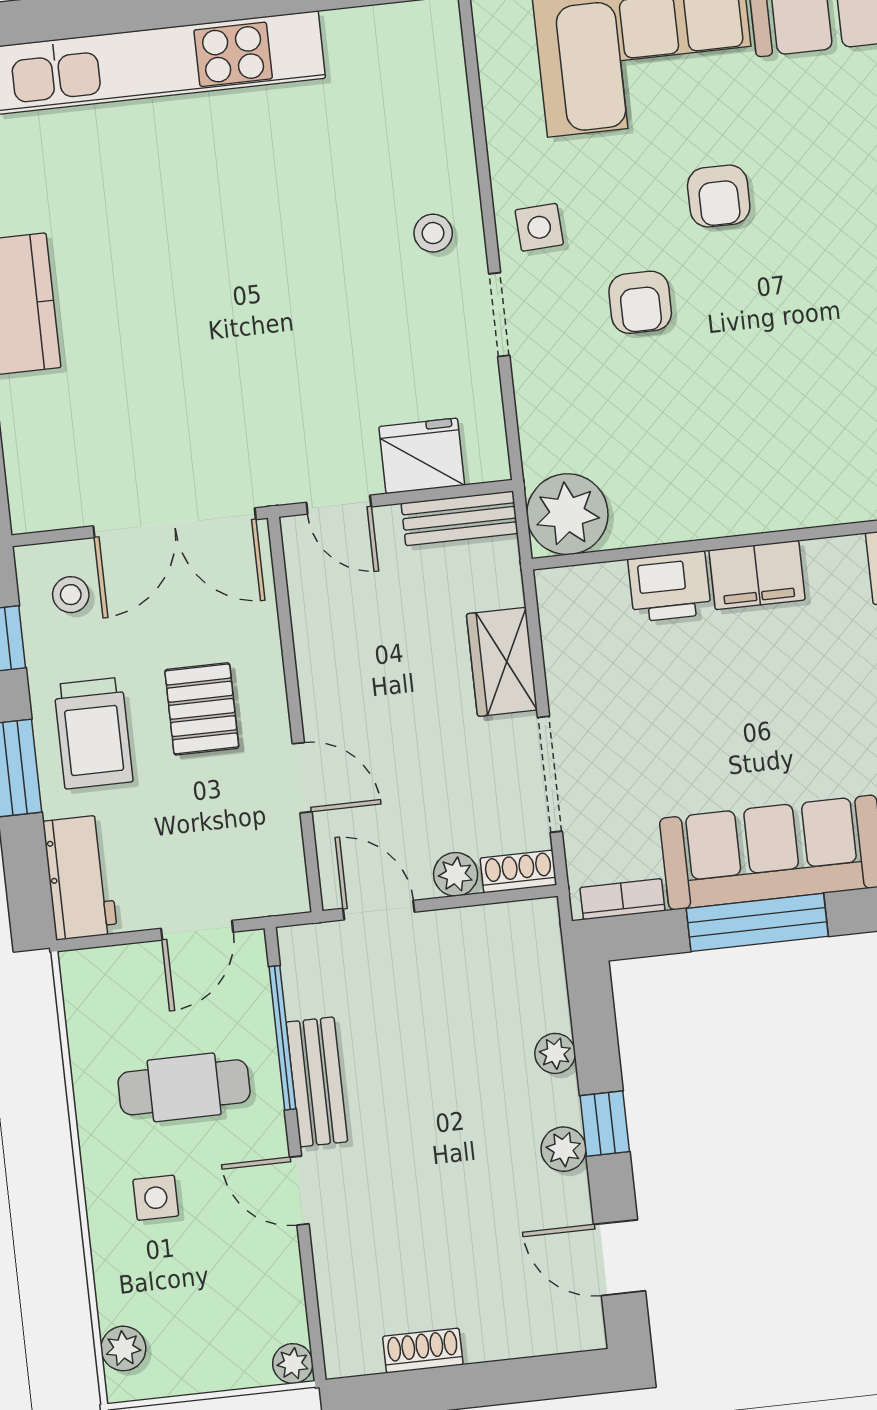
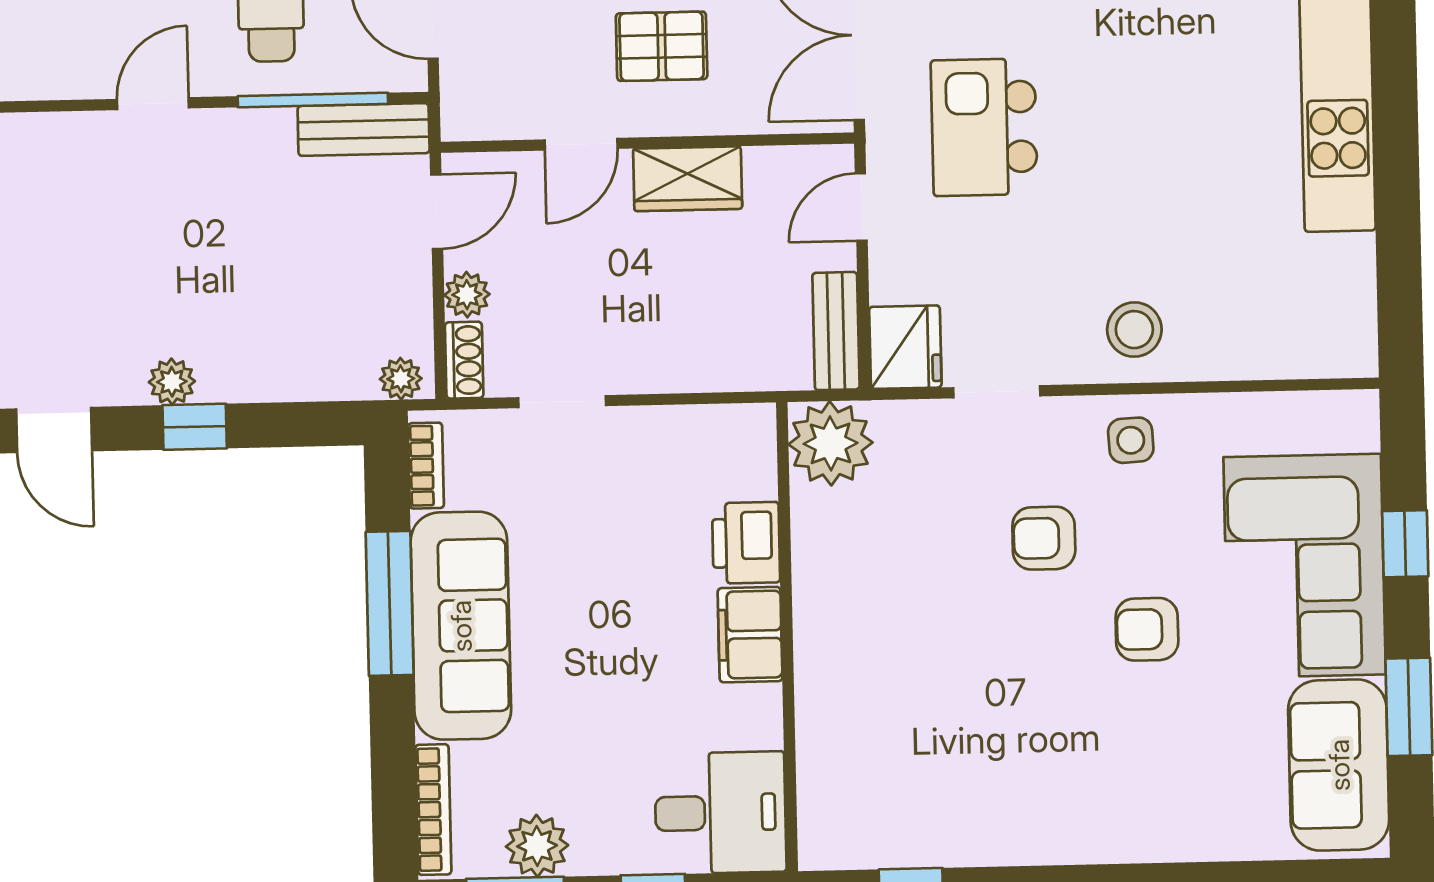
stool: (433, 233) -> (1134, 330), width x1.37, depth x1.37
doorway: (499, 315) -> (997, 392), moved
kitchen island: (252, 394) -> (984, 127), added
fridge: (422, 456) -> (905, 347), moved
wardrobe: (502, 662) -> (688, 179), moved, turned 180
doorway: (550, 774) -> (562, 402), width x0.73
plant: (555, 1053) -> (401, 379), moved
bench: (317, 1082) -> (364, 129), moved
door: (619, 1258) -> (54, 430), swing flipped

